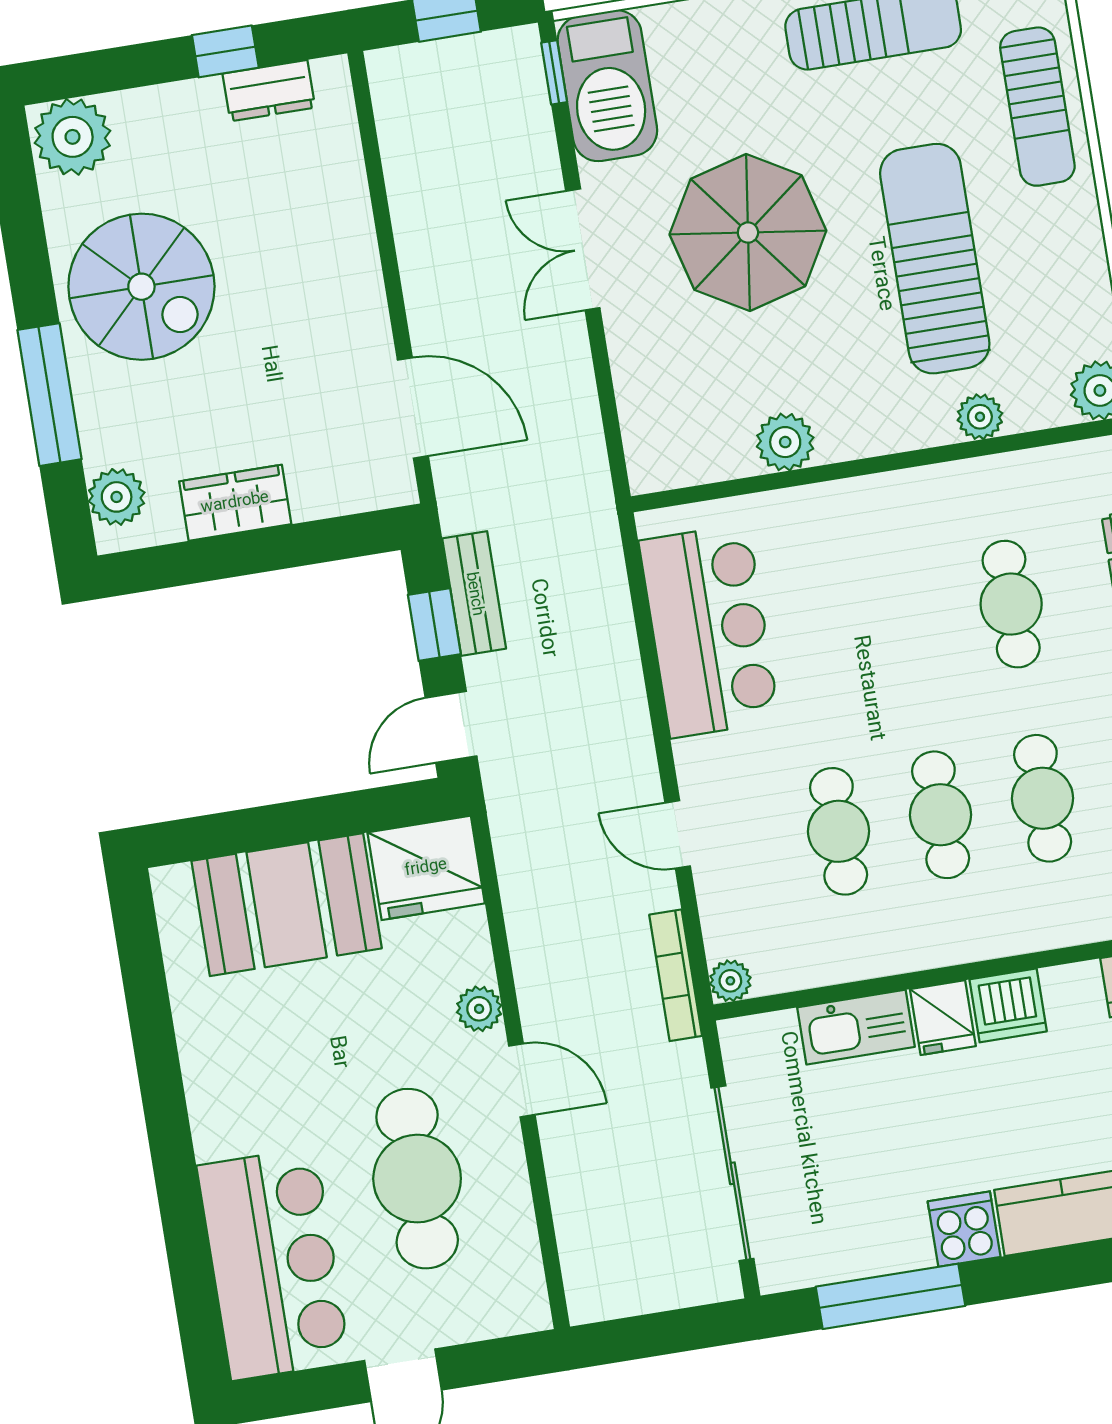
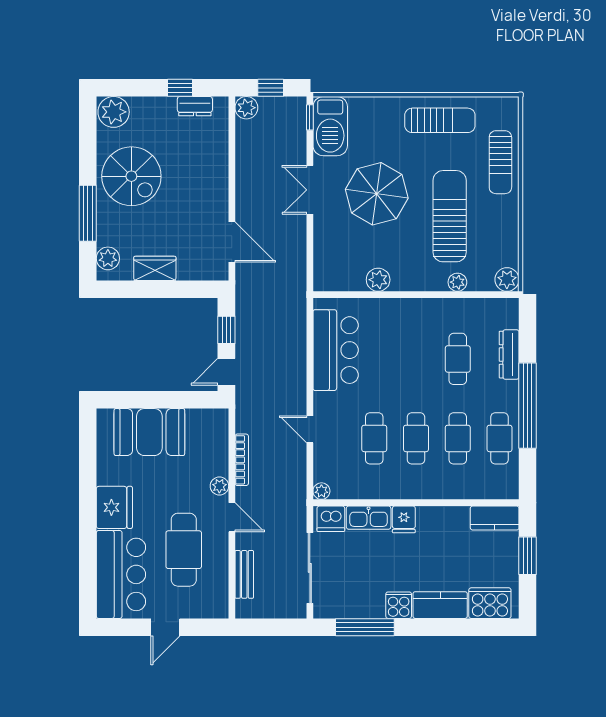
plant: (395, 74) -> (246, 108), added
bench: (474, 594) -> (244, 574), moved
fridge: (426, 868) -> (114, 507), moved, turned -90
bookcase: (676, 975) -> (242, 460), moved, turned 180
dishwasher: (1008, 1005) -> (331, 519), moved

